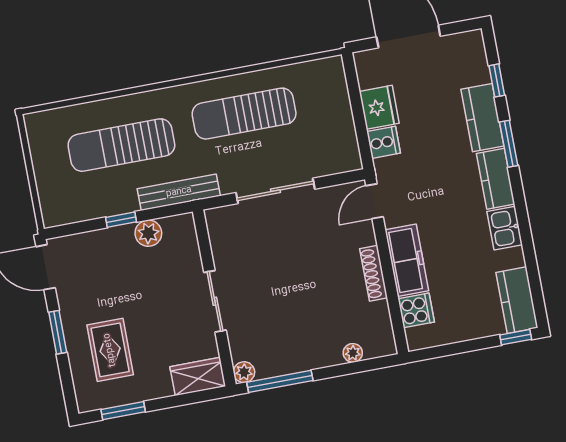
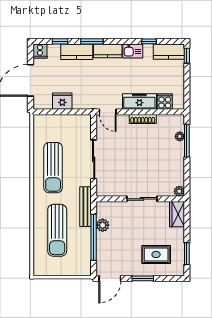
cooker: (384, 142) -> (40, 51), moved, turned 180
window: (121, 220) -> (94, 237), width x3.17
window: (530, 257) -> (149, 41), added
window: (280, 381) -> (187, 141), moved

